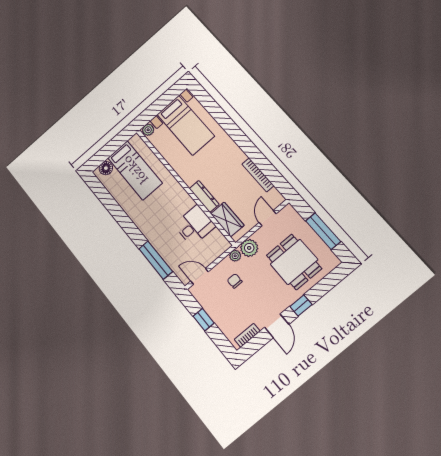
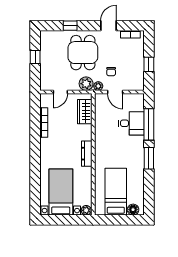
dresser: (204, 196) -> (87, 154), moved
desk: (195, 225) -> (131, 123), moved, turned 180
window: (130, 228) -> (149, 158), added
window: (323, 231) -> (35, 57), width x0.46
dining table: (294, 262) -> (83, 53), moved
door: (200, 276) -> (115, 92), moved
window: (301, 306) -> (70, 26), moved

